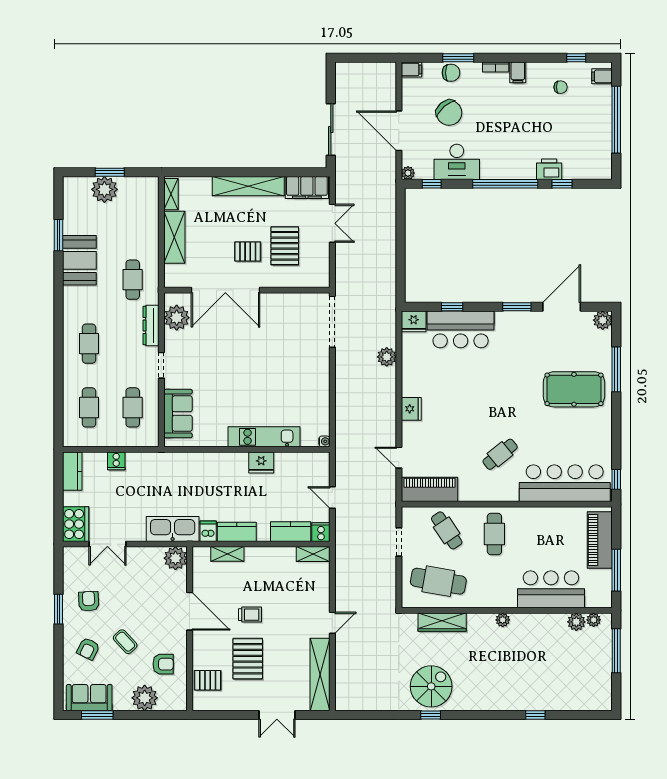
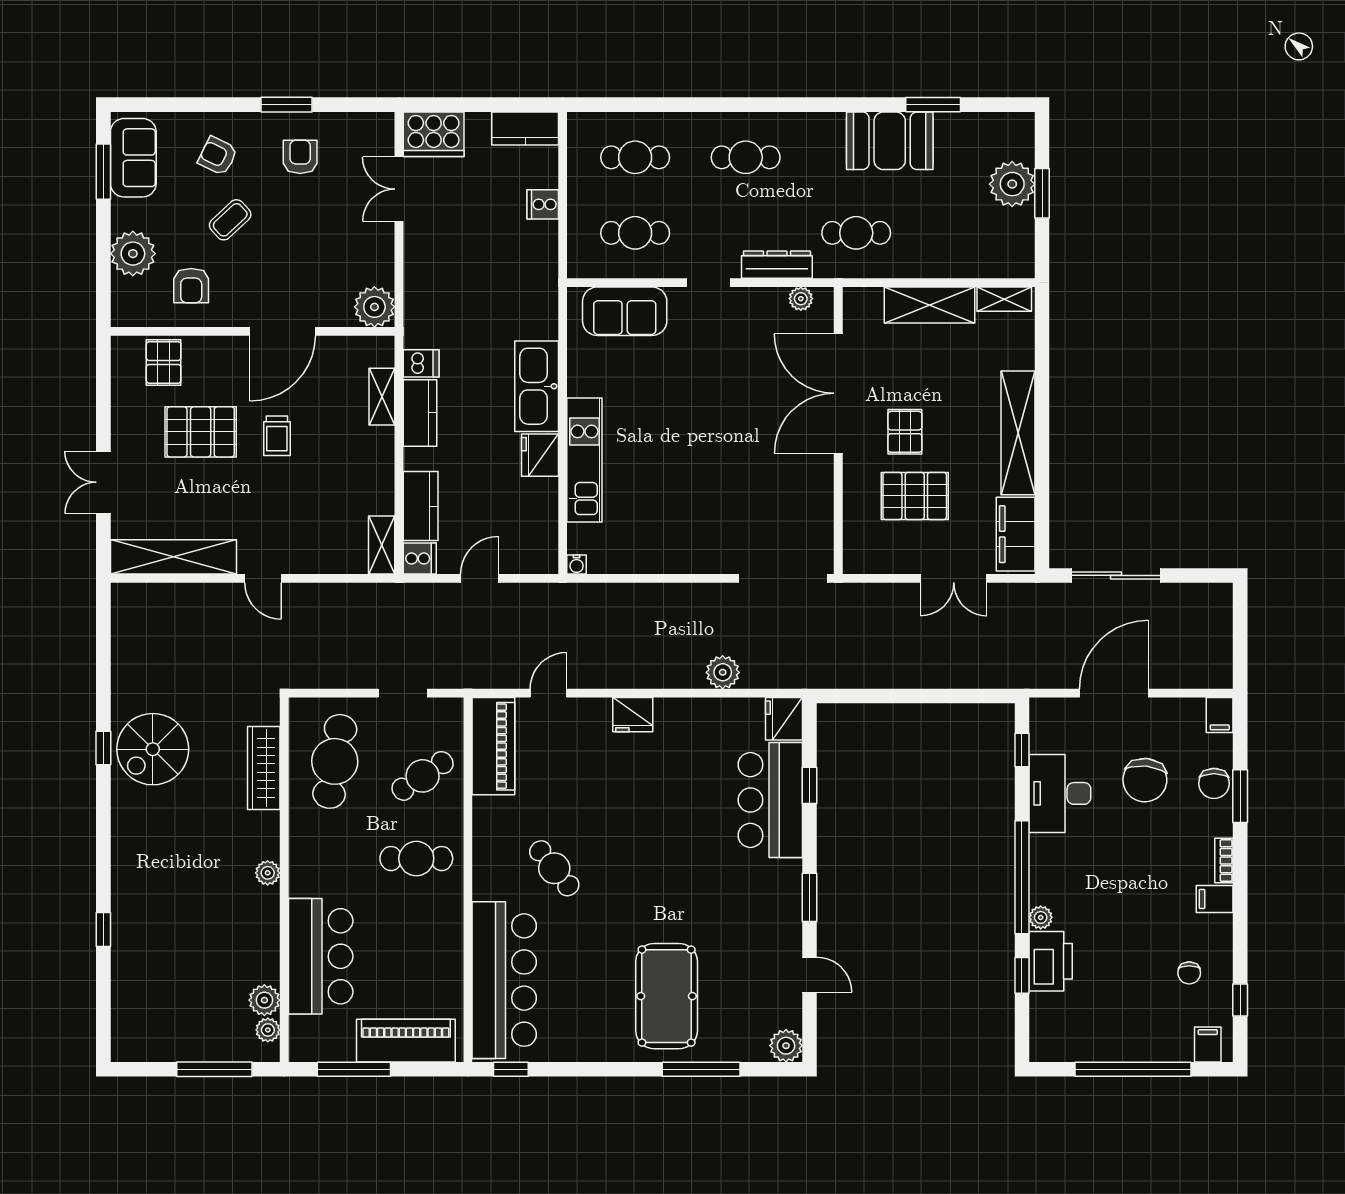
chair: (449, 113) -> (1145, 780), turned -43
printer: (549, 169) -> (1051, 961), width x1.37, depth x1.19
plant: (408, 173) -> (1041, 917), moved
door: (562, 307) -> (810, 975), width x0.53
plant: (177, 318) -> (801, 299), width x0.53, depth x0.53
kitchen sink: (173, 529) -> (537, 386), moved, turned 180
armchair: (89, 601) -> (300, 157), turned -87
spiral stairs: (431, 686) -> (153, 749), turned 90

